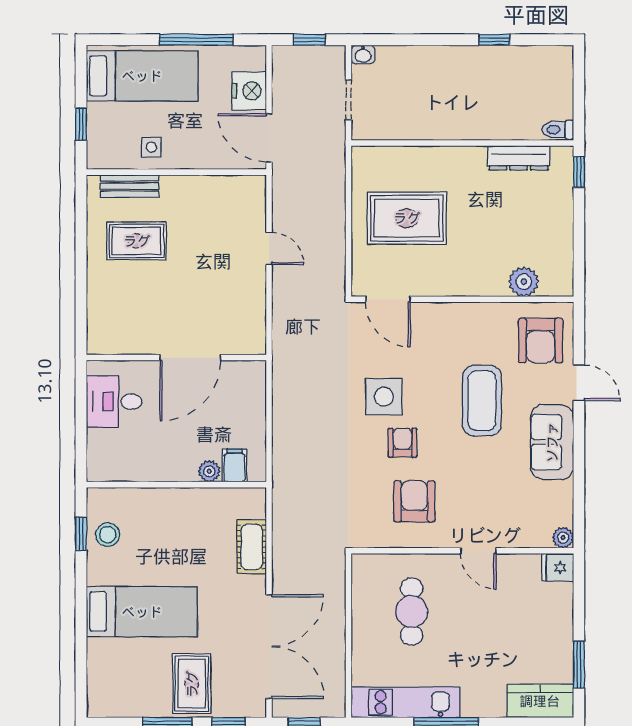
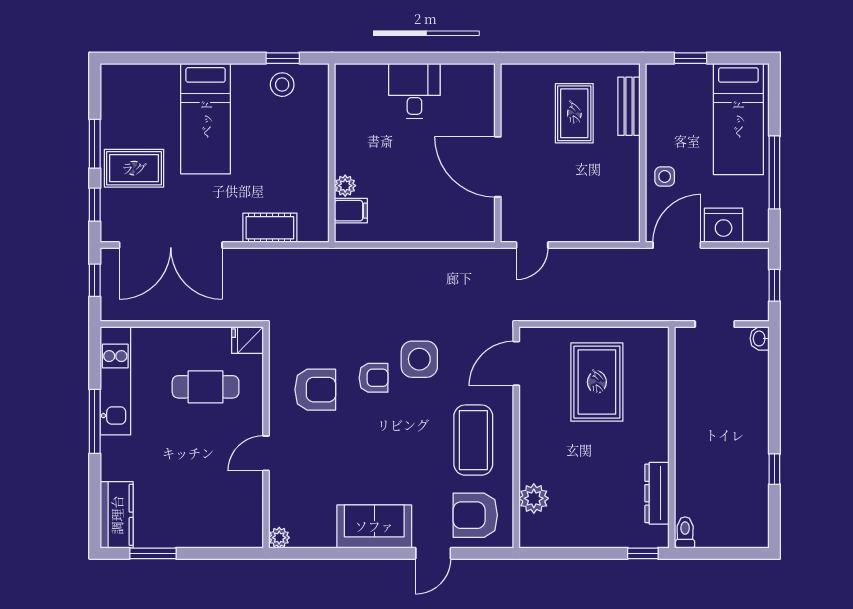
side table: (151, 147) -> (665, 176), moved
door: (269, 248) -> (532, 245), moved
wall: (176, 358) -> (498, 153), moved
door: (190, 358) -> (498, 167), moved
coffee table: (482, 401) -> (473, 440), moved, turned 90
fridge: (558, 568) -> (247, 340), moved, turned -90

